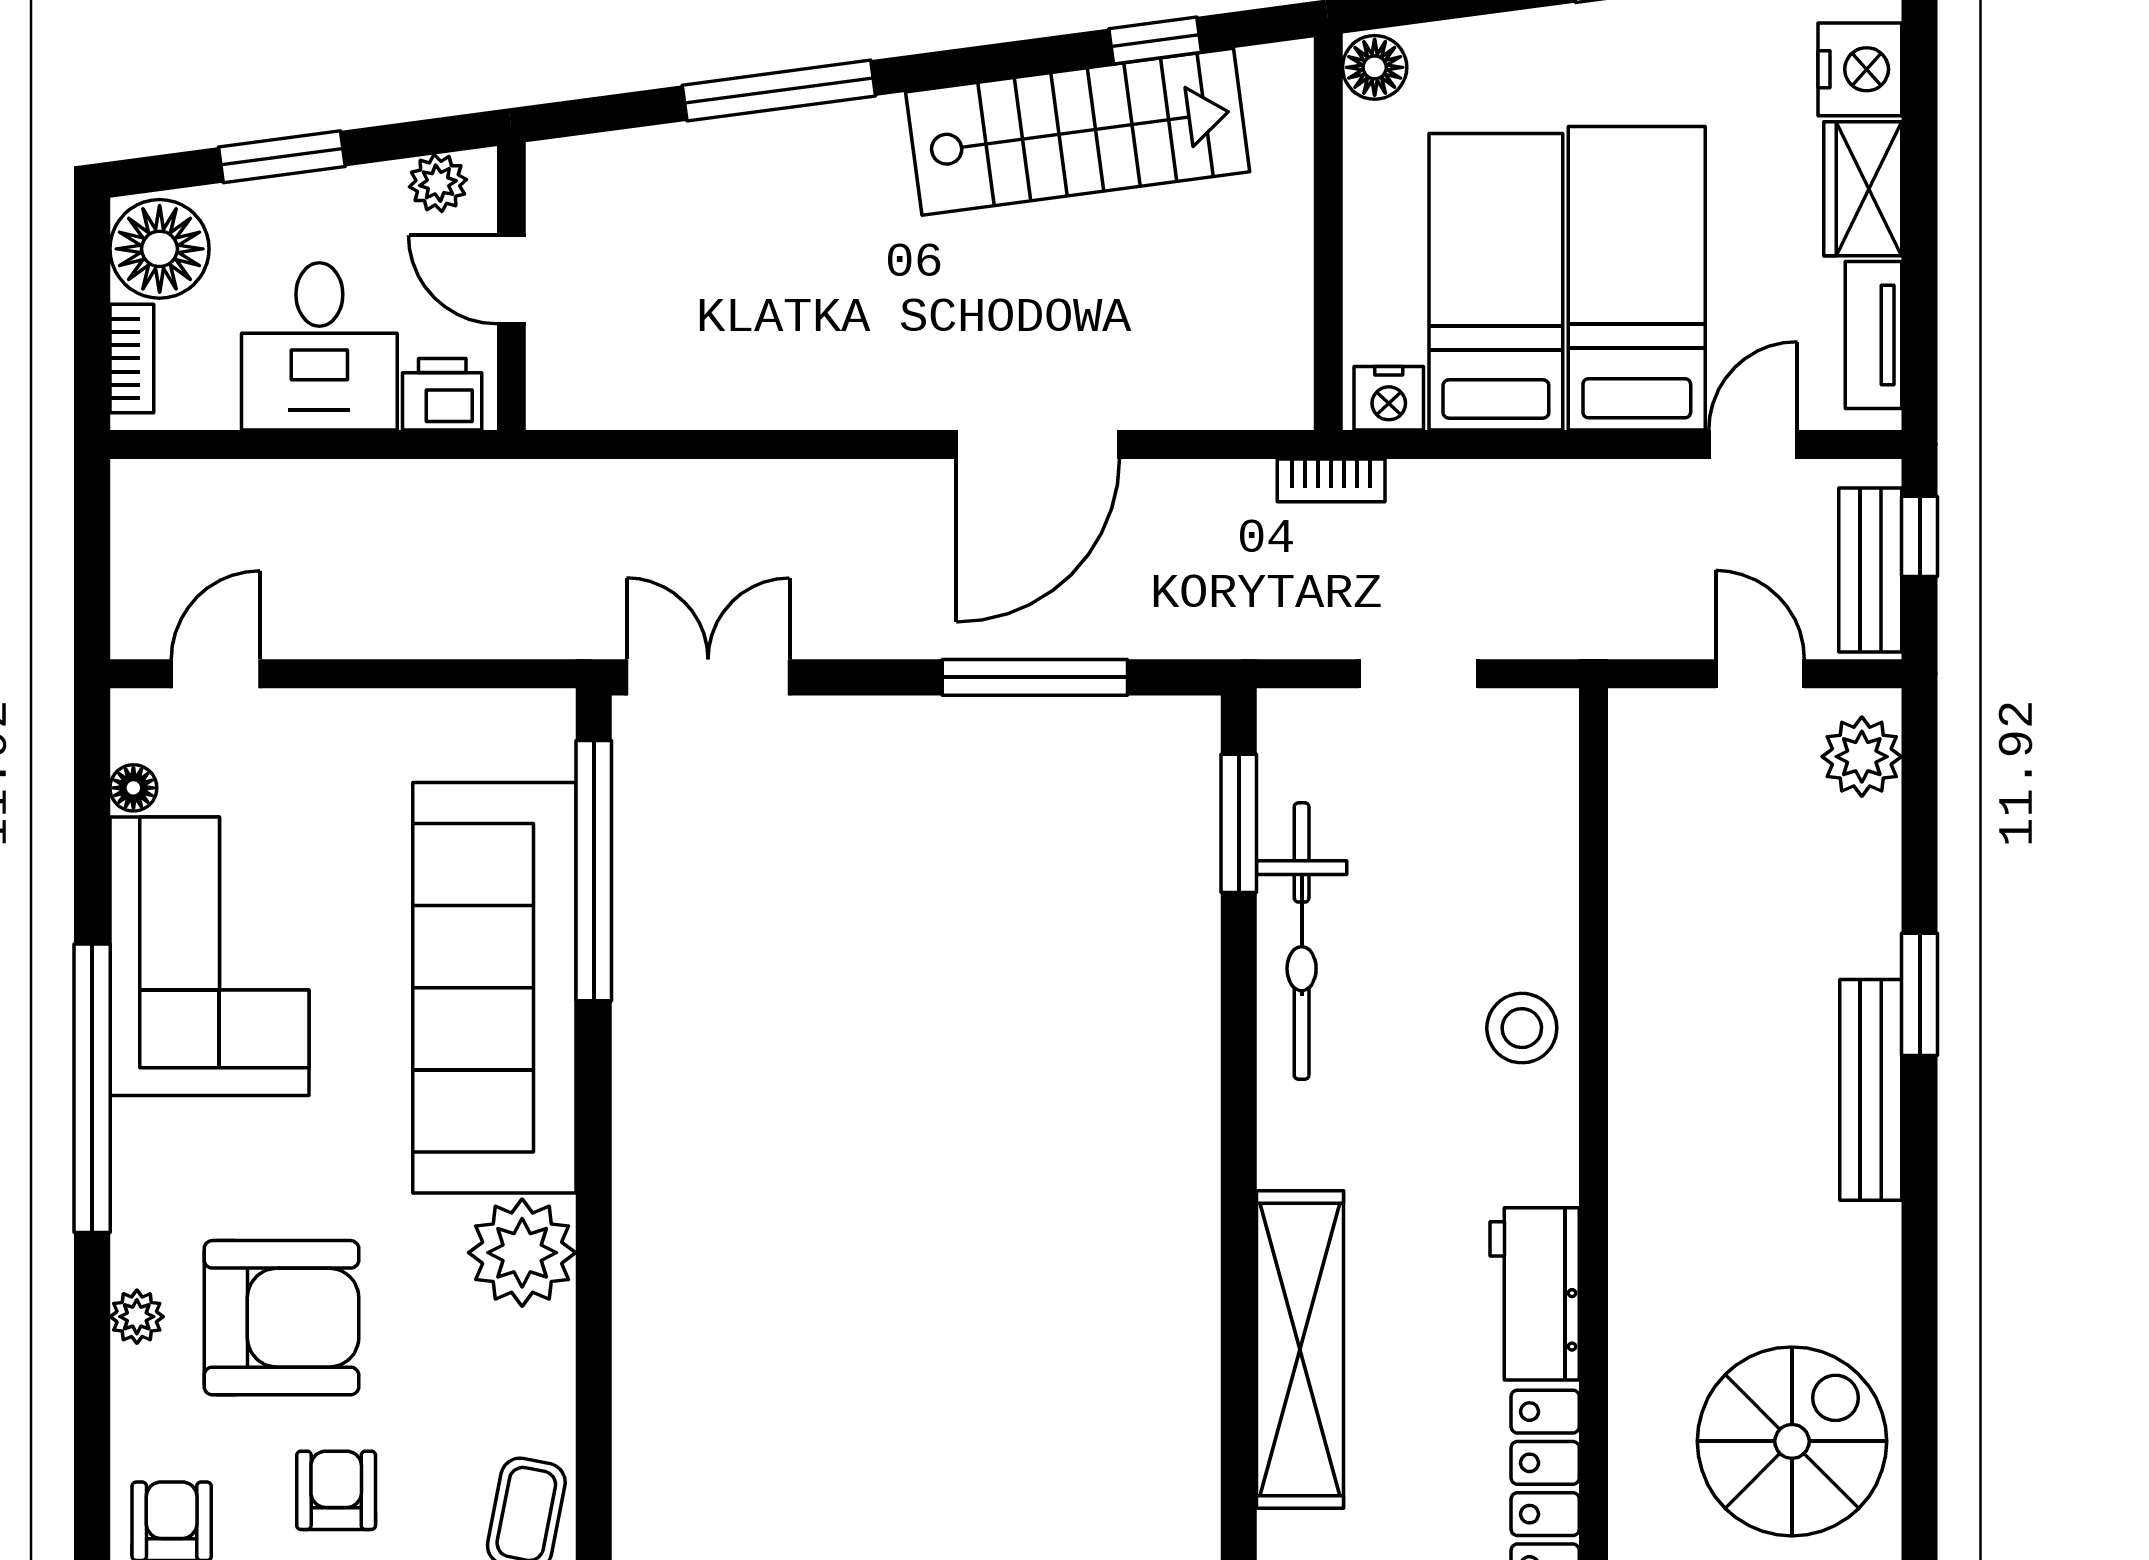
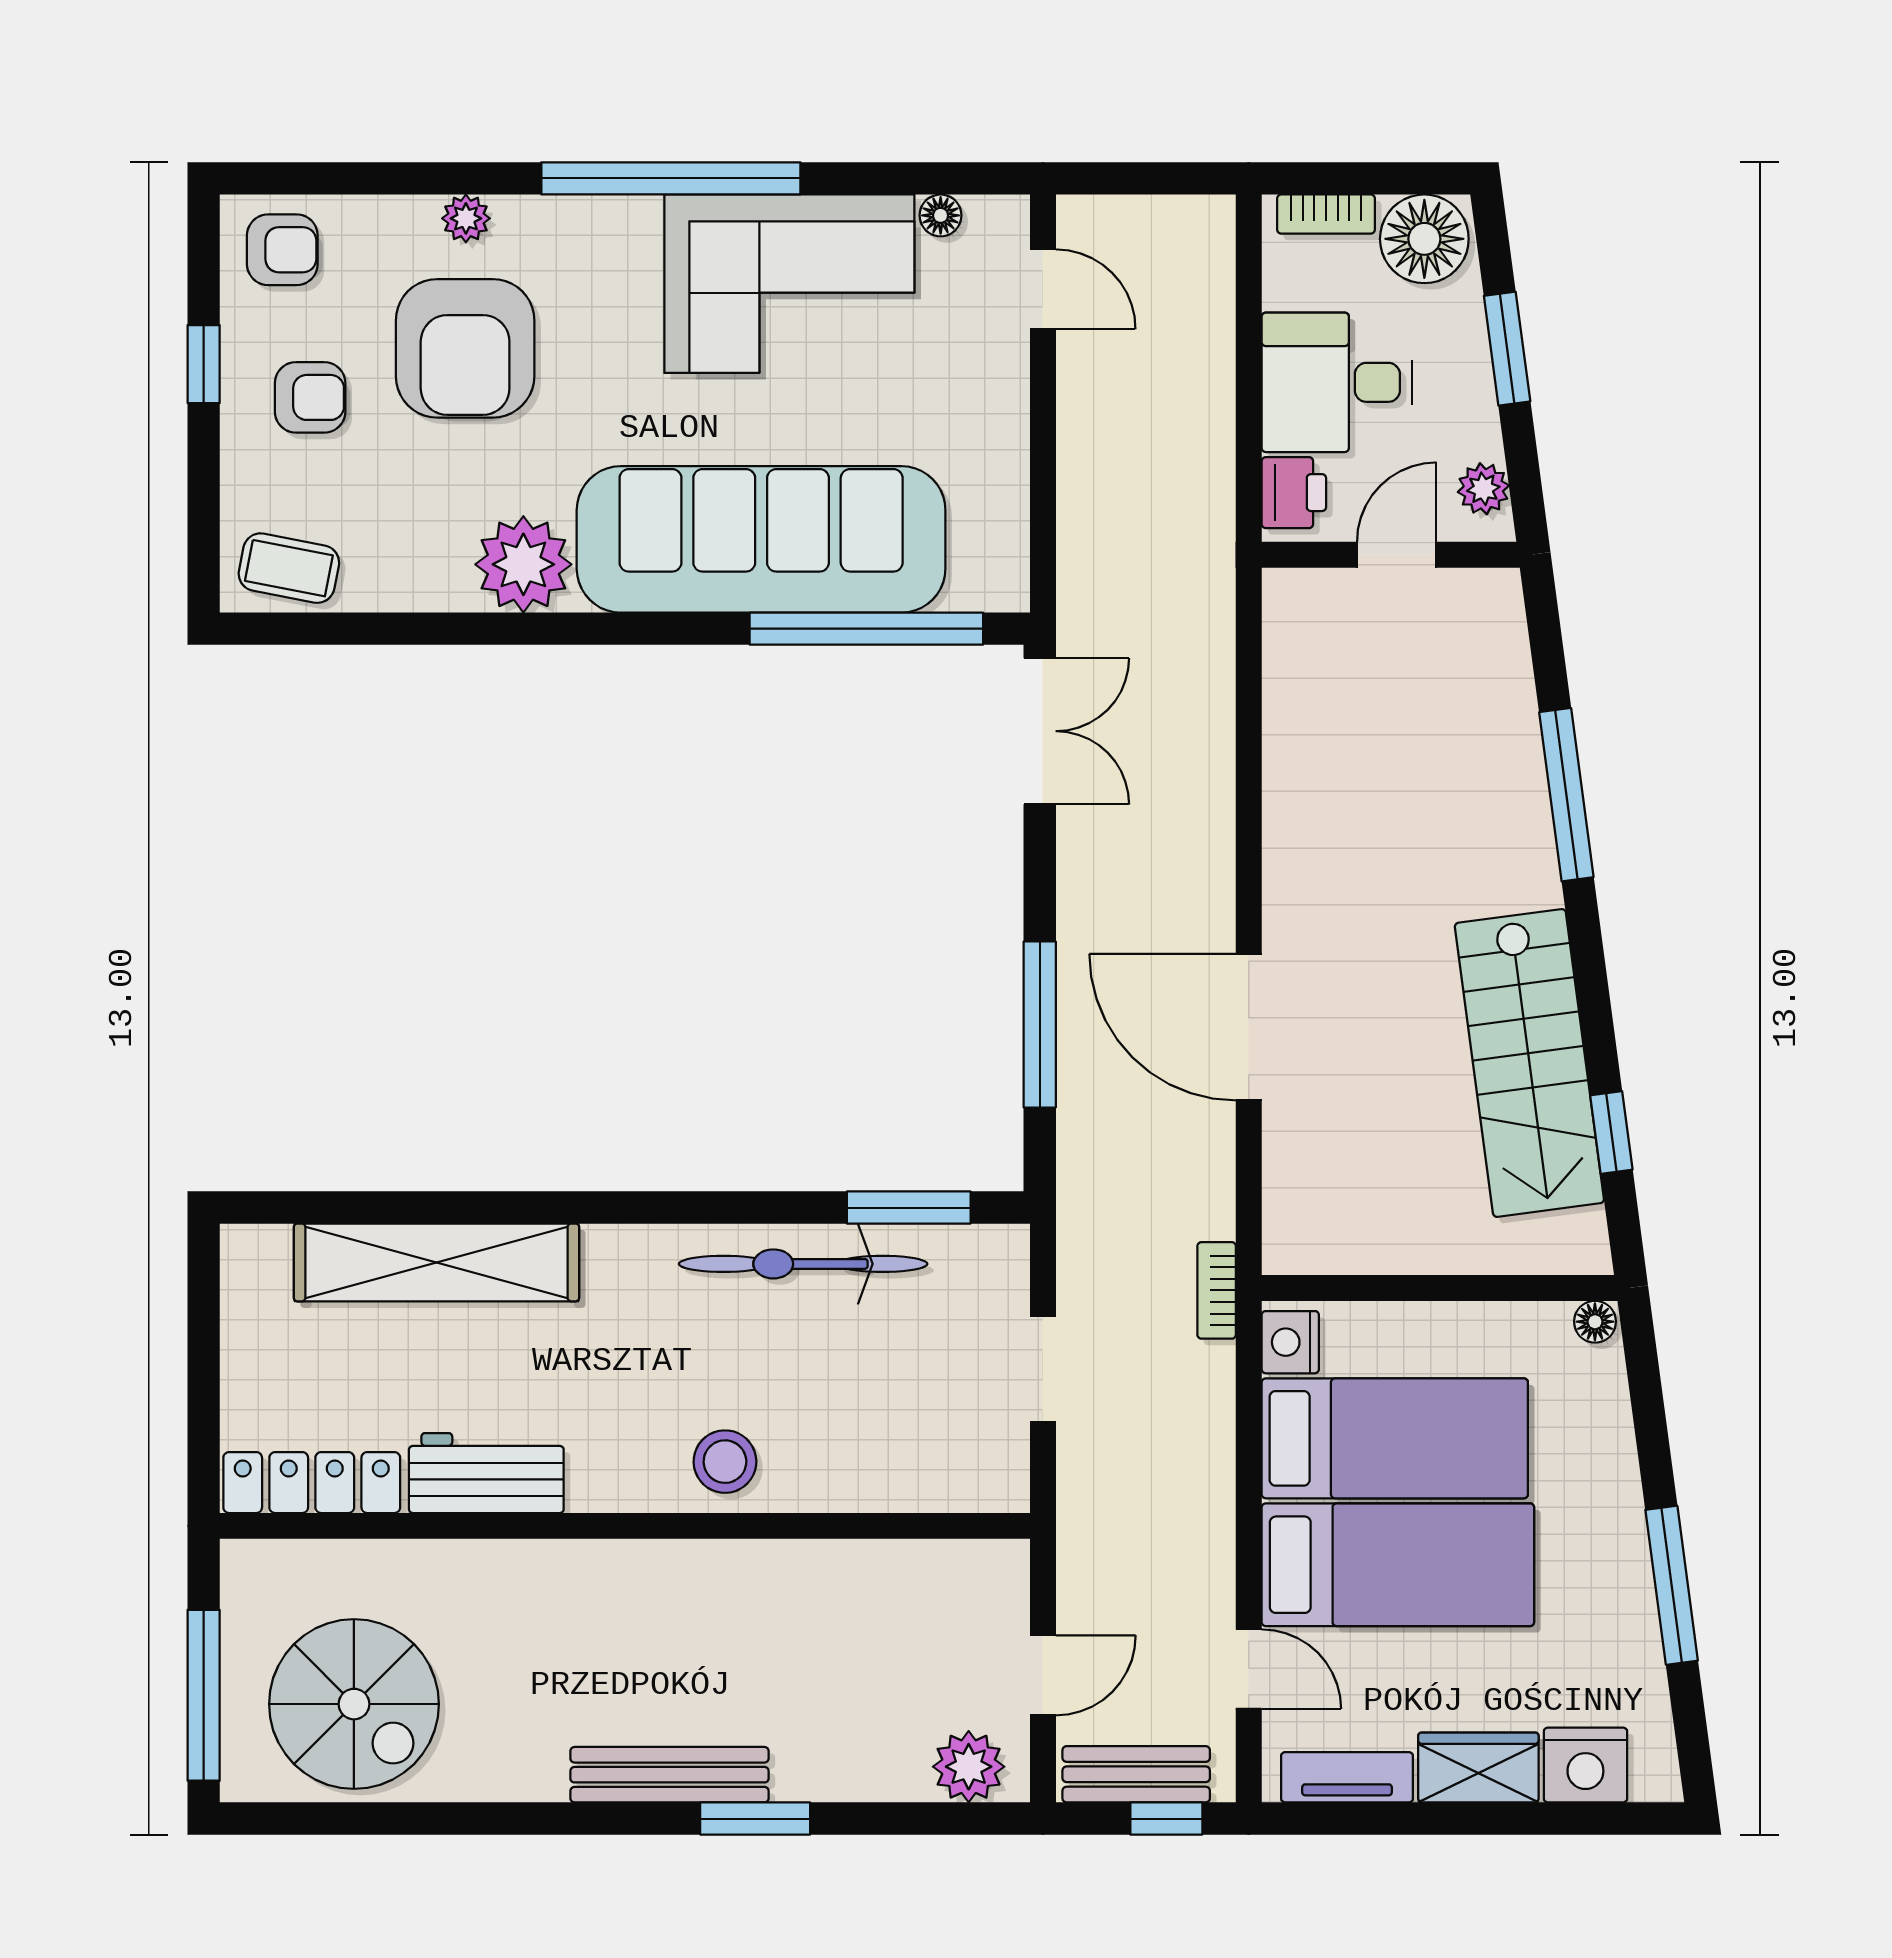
floor lamp: (1375, 67) -> (1595, 1322), width x0.73, depth x0.73

